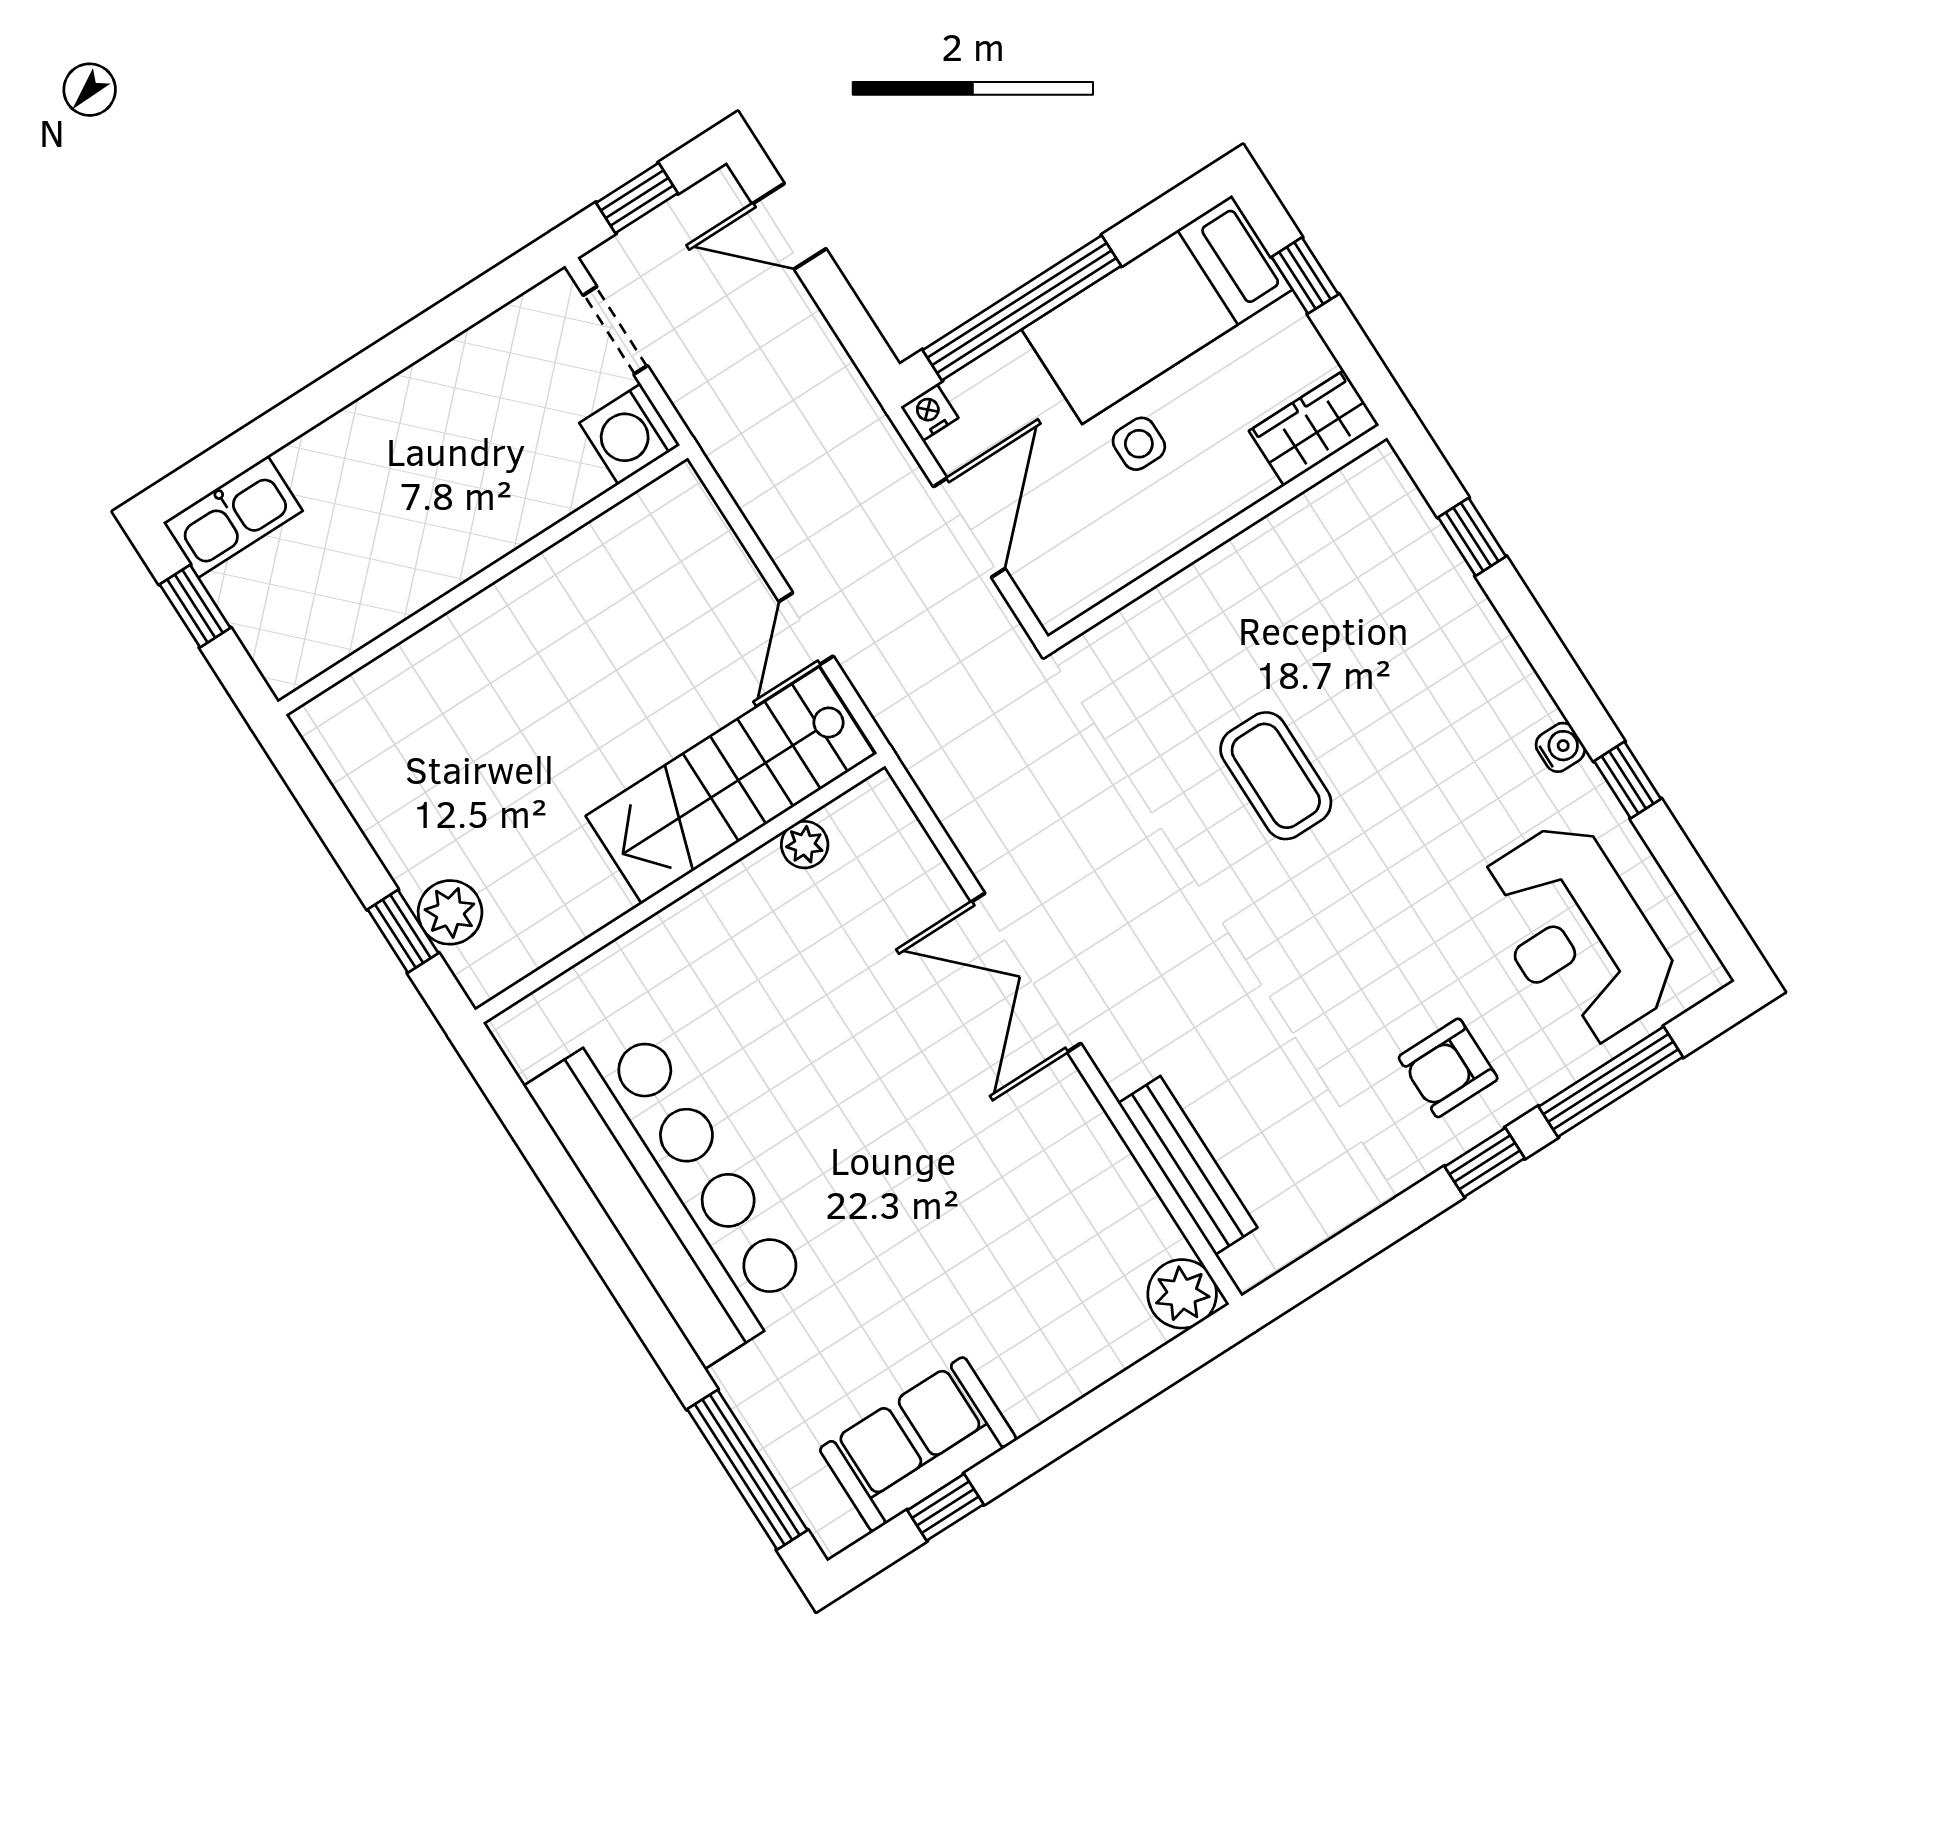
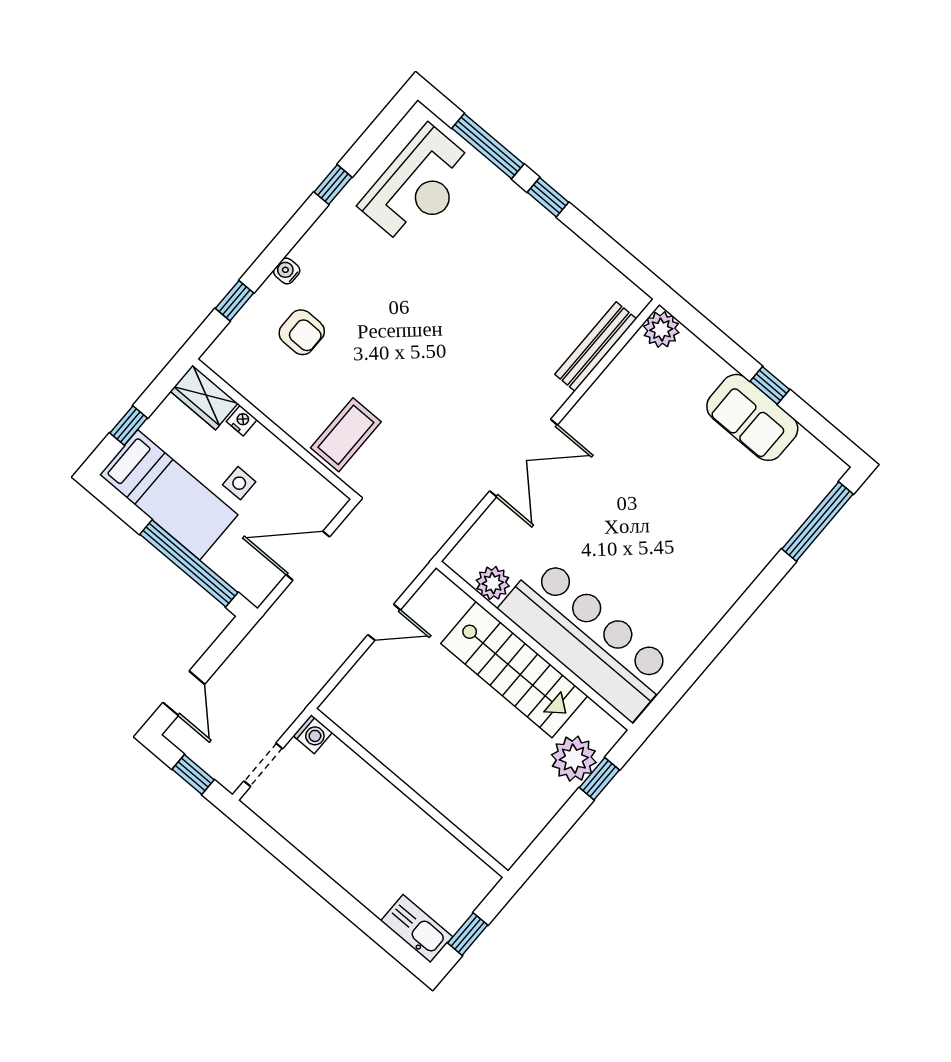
nightstand: (930, 412) -> (242, 421), moved, turned 180
washing machine: (630, 434) -> (313, 734), width x0.73, depth x0.73
water cooler: (1560, 747) -> (287, 271), moved
coffee table: (1276, 776) -> (346, 435), moved
stairs: (730, 785) -> (514, 670), moved
plant: (805, 845) -> (493, 583), width x1.38, depth x1.38
plant: (450, 912) -> (574, 759), width x1.36, depth x1.36
armchair: (1448, 1068) -> (302, 332), moved
bar counter: (672, 1191) -> (588, 638), moved, turned 90
sofa: (918, 1444) -> (752, 417), moved
window: (945, 1507) -> (770, 385), moved

